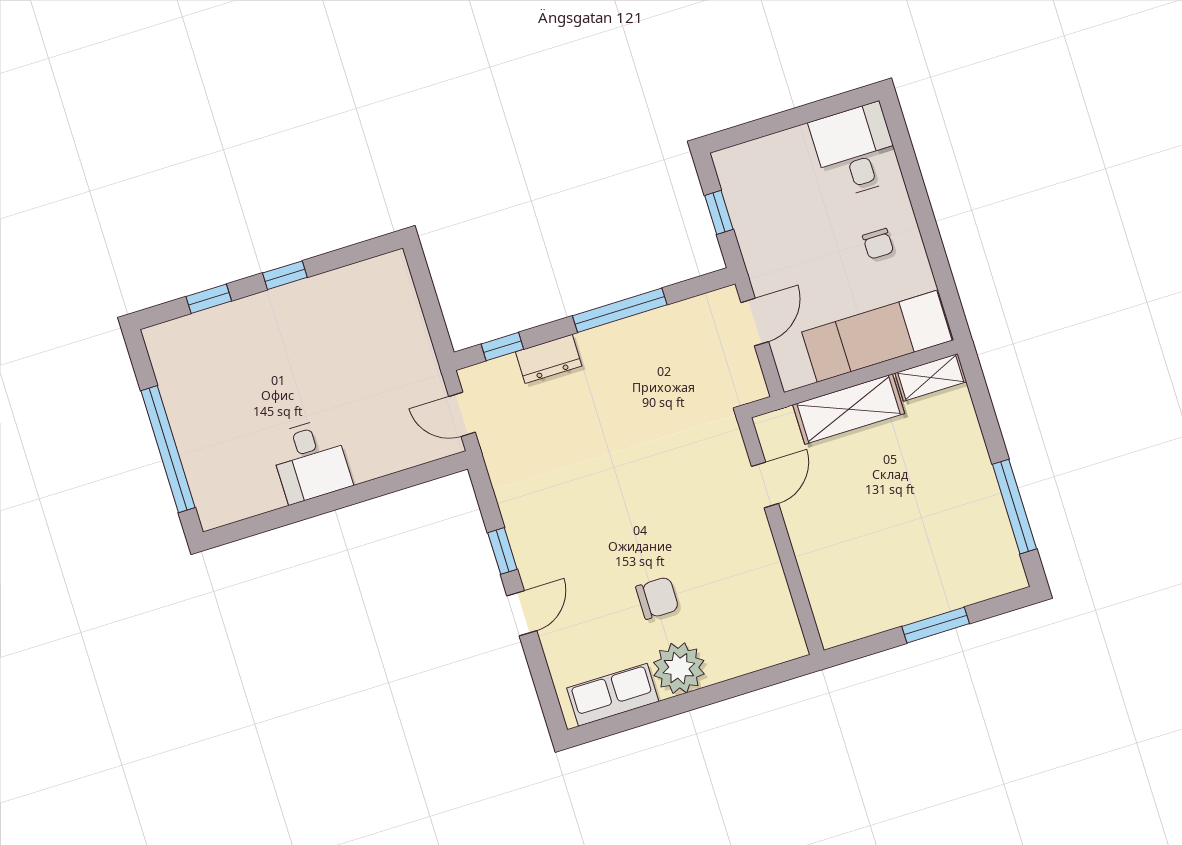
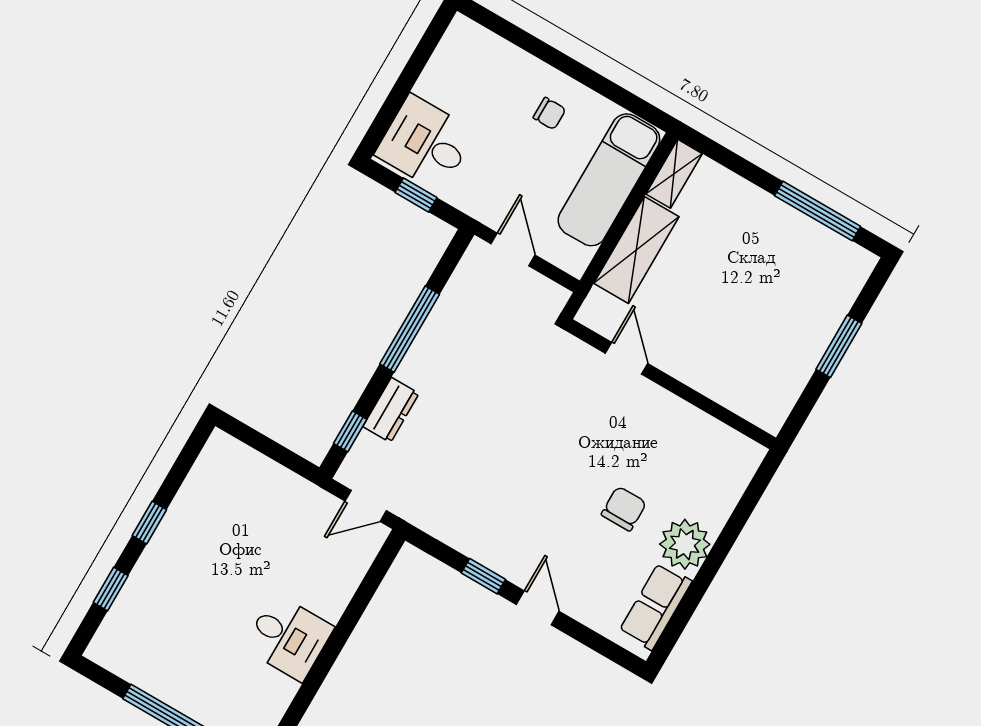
desk: (855, 150) -> (425, 143), moved

